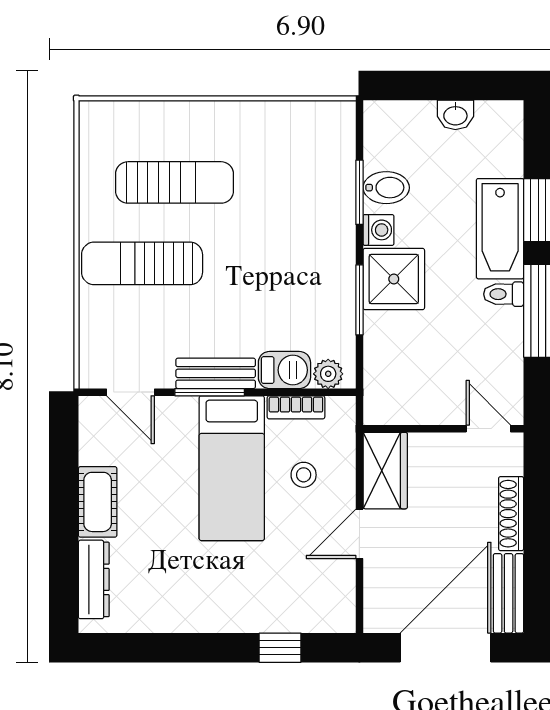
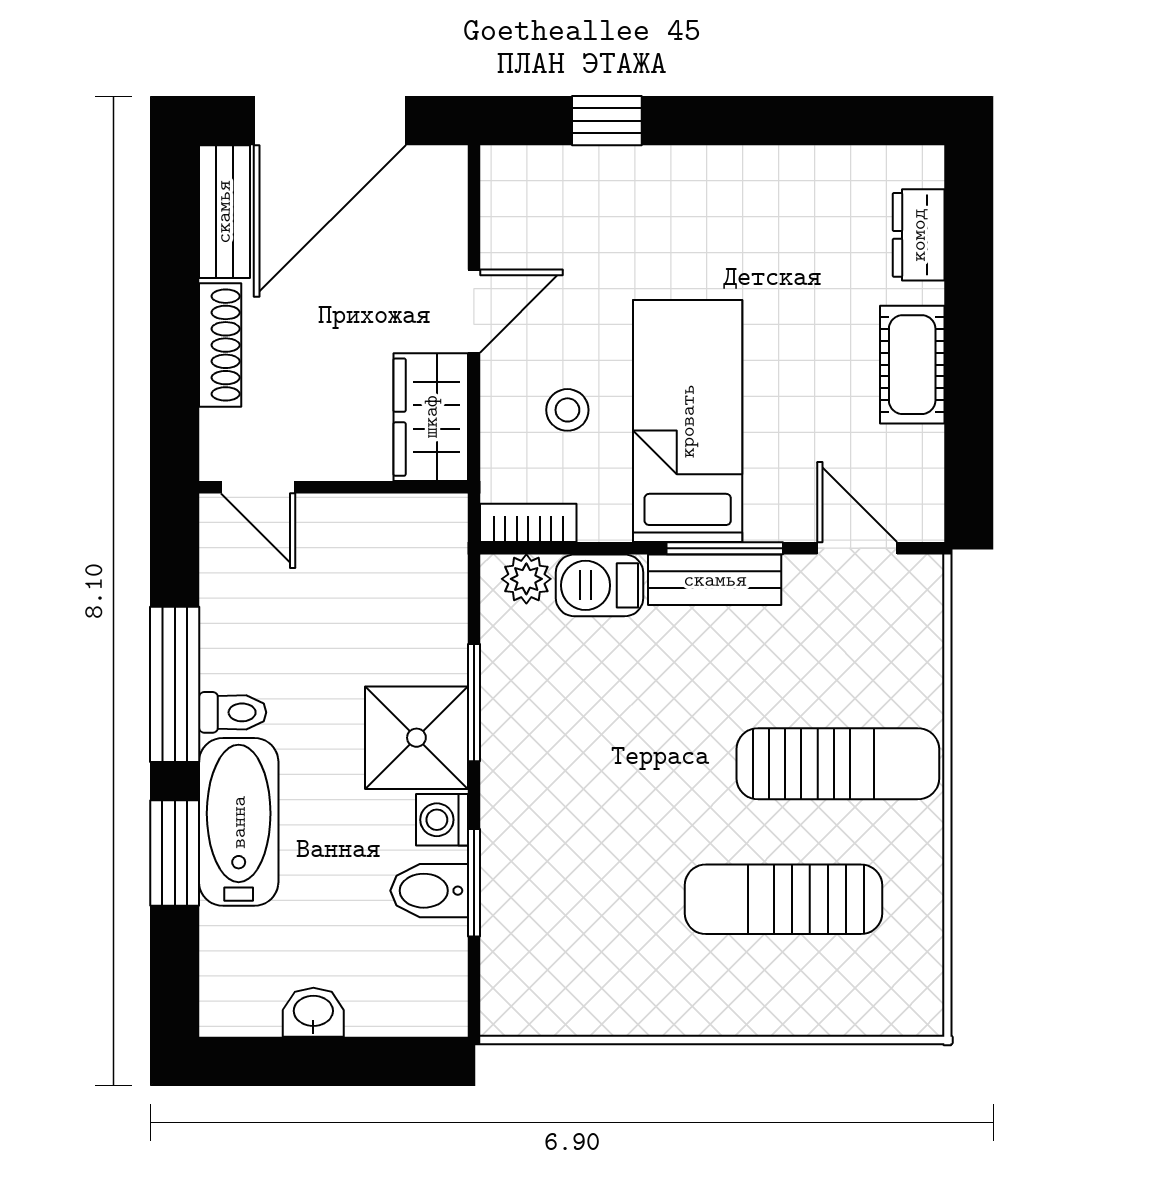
bookcase: (296, 407) -> (528, 523), moved
dresser: (94, 579) -> (919, 235), width x0.70

